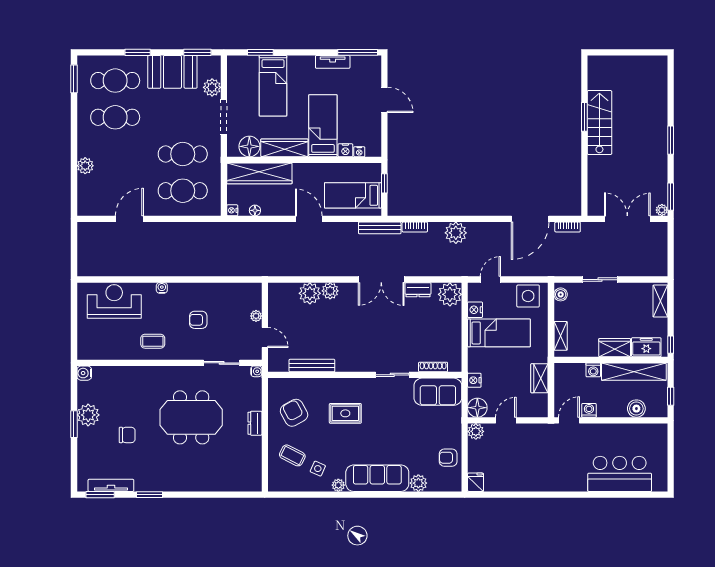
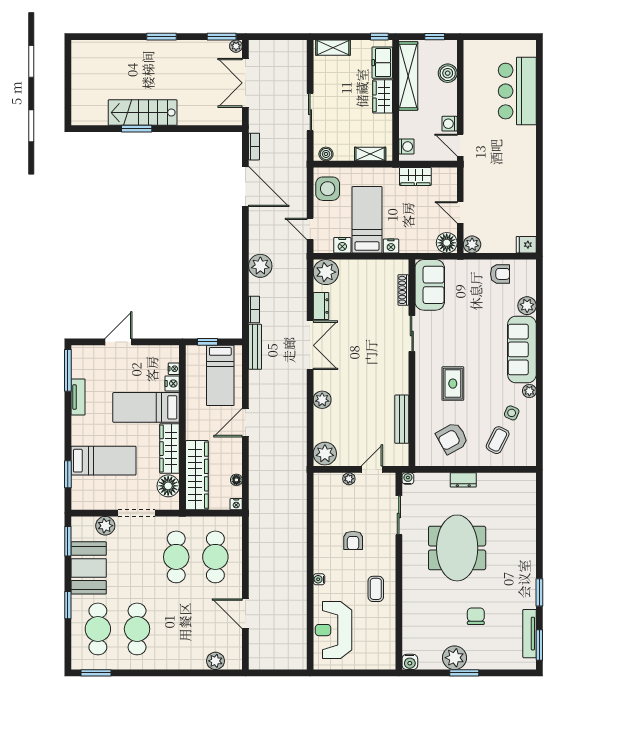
plant: (85, 166) -> (215, 661), moved
plant: (310, 293) -> (325, 454), moved
washing machine: (593, 370) -> (406, 147), moved
nightstand: (474, 380) -> (391, 246), moved
armchair: (448, 458) -> (500, 274), turned -90

